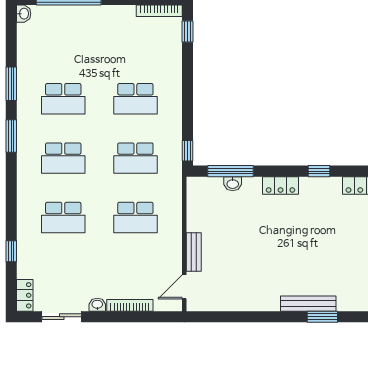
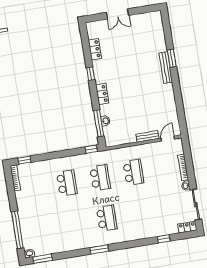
window: (11, 84) -> (43, 259), moved
school desk: (63, 99) -> (73, 224), removed
school desk: (63, 218) -> (140, 213), removed
door: (184, 287) -> (168, 139), swing flipped
sliding door: (62, 317) -> (196, 204), width x1.37

